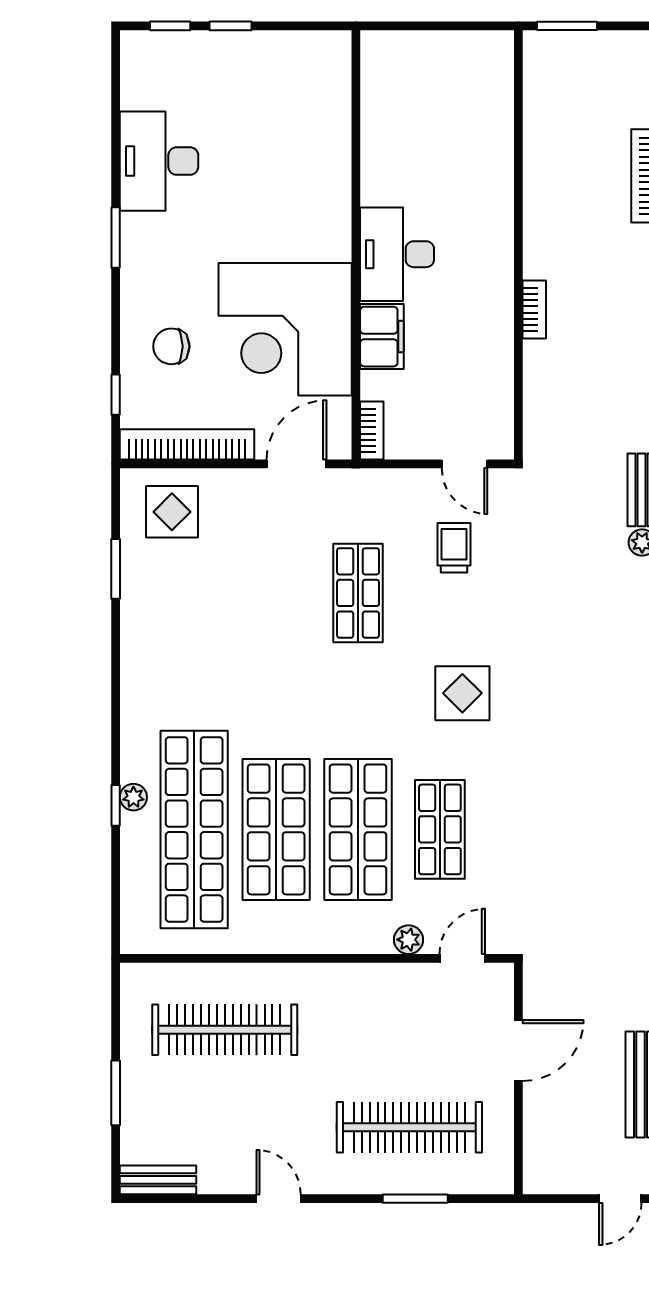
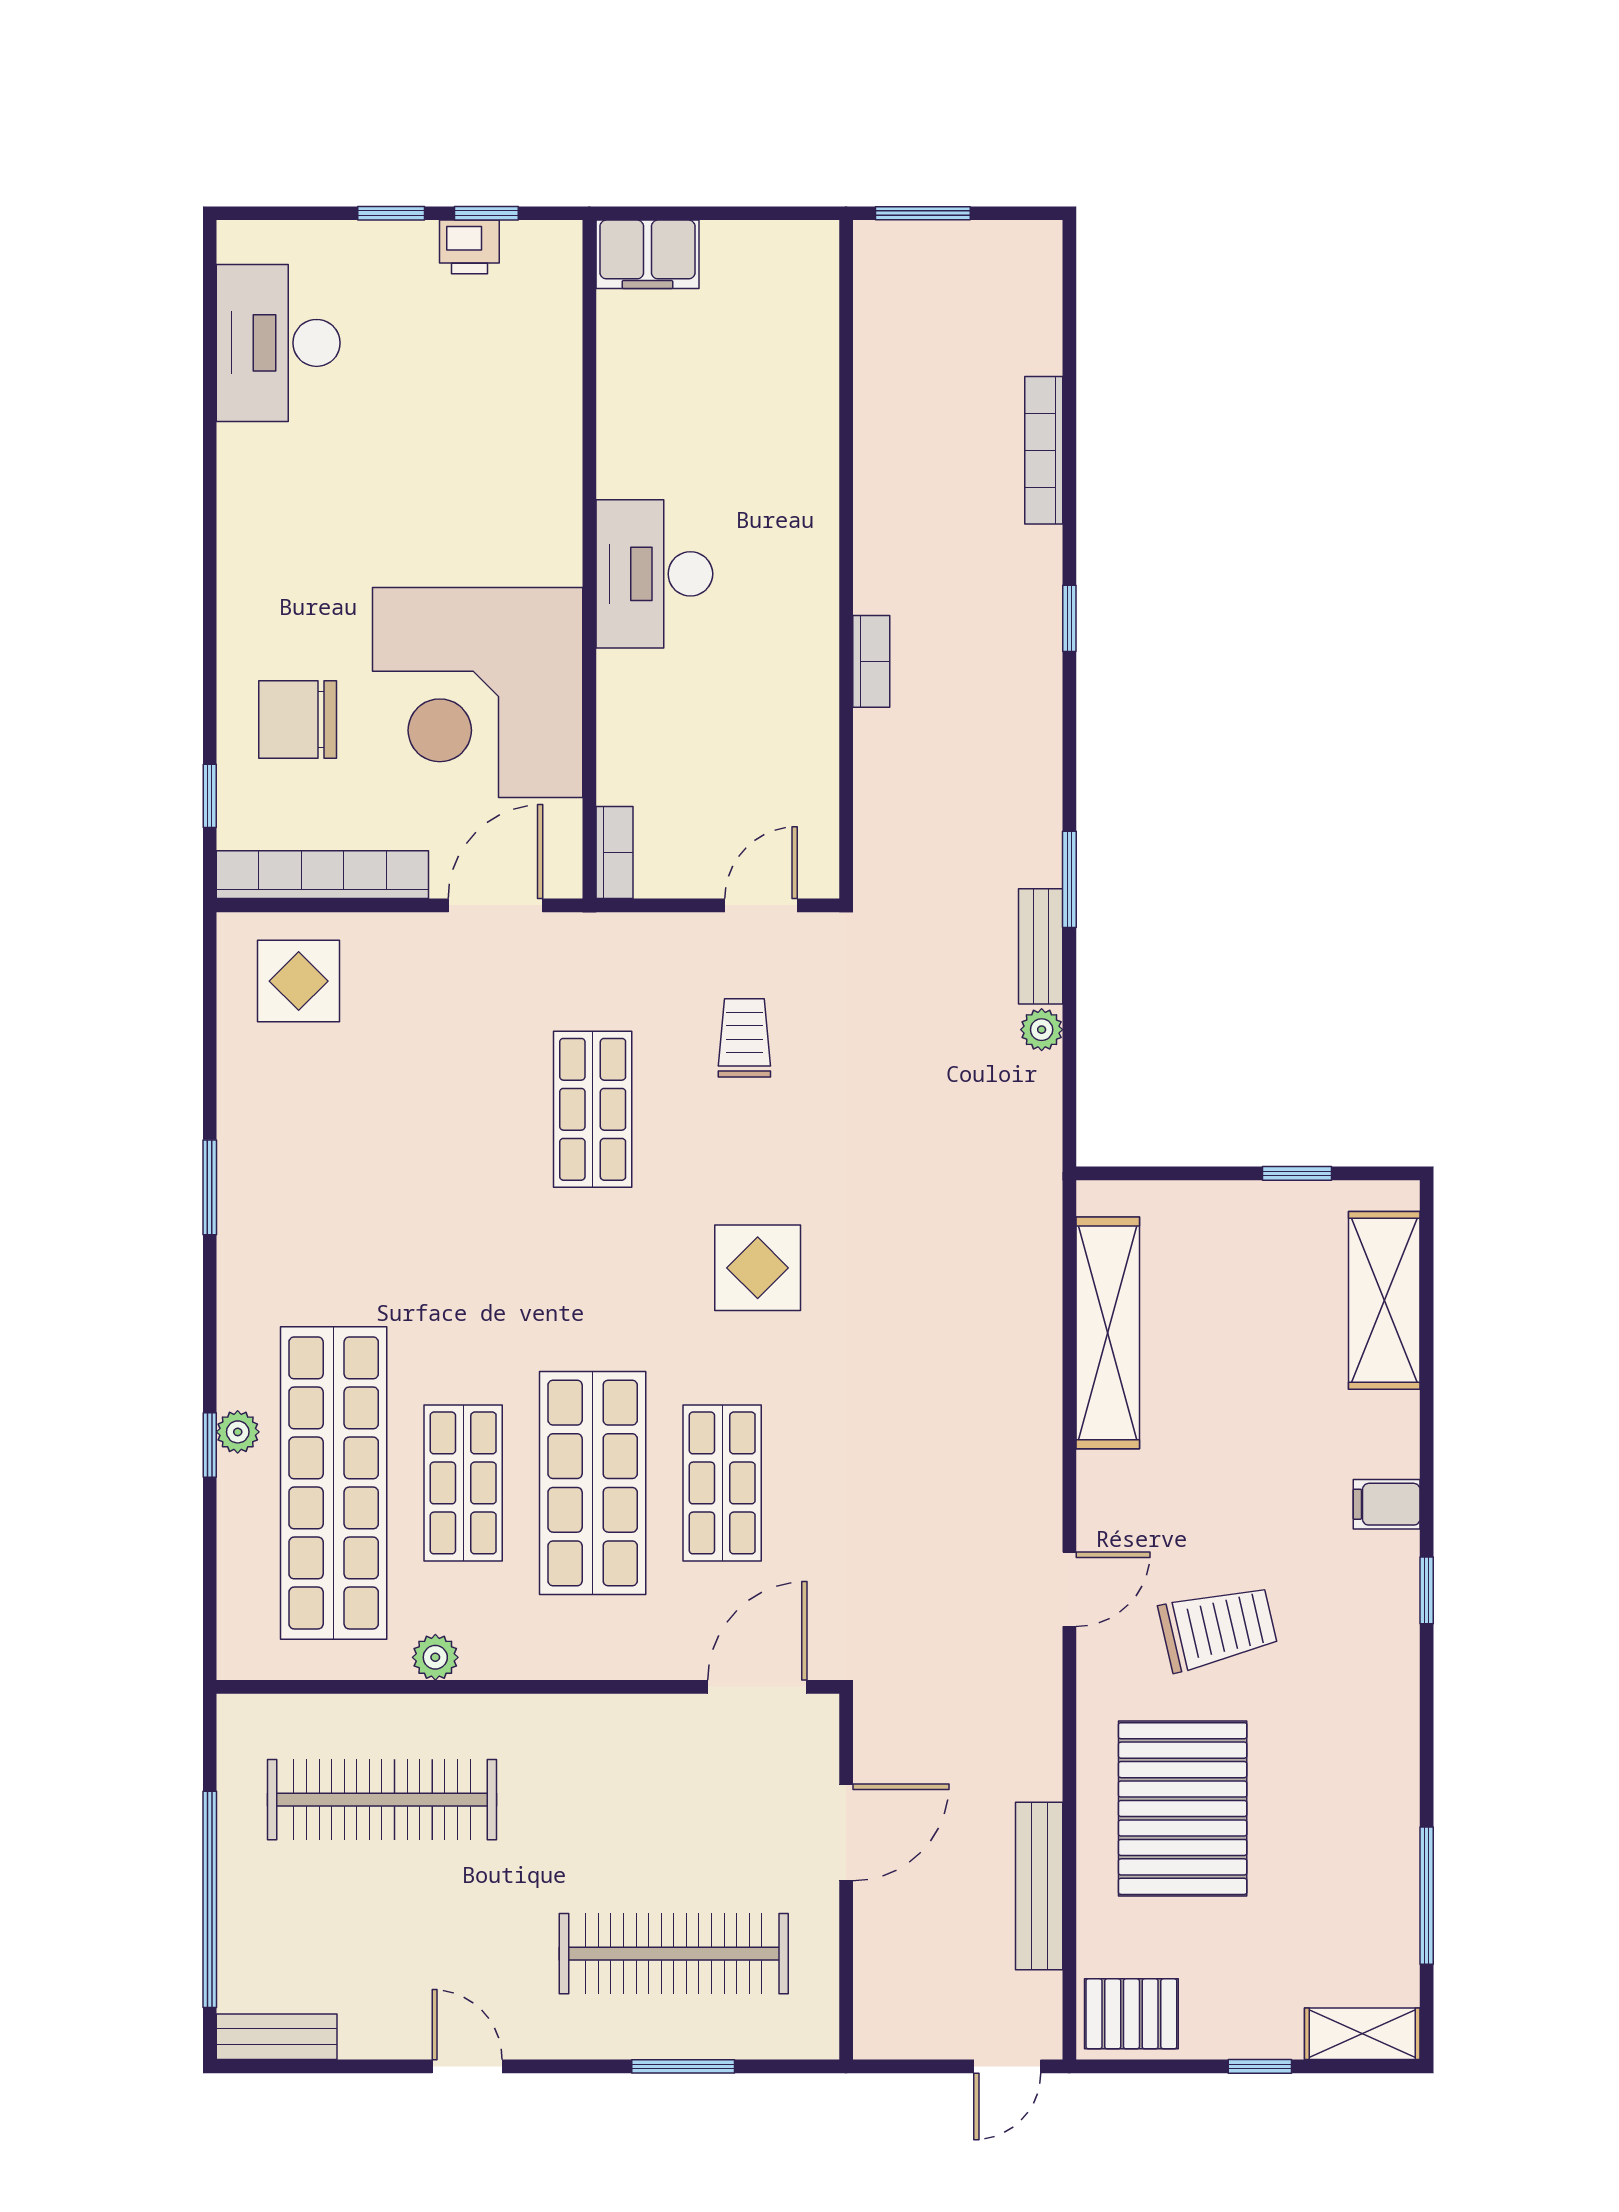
window: (170, 26) -> (486, 213), moved
printer: (280, 47) -> (469, 247), added
desk: (159, 161) -> (278, 343), moved
window: (116, 237) -> (210, 547), removed
filing cabinet: (382, 337) -> (647, 254), moved, turned 90
chair: (171, 346) -> (298, 720), width x1.37, depth x1.37
door: (465, 464) -> (761, 905), swing flipped
window: (116, 569) -> (210, 1187), moved
shop shelf: (276, 829) -> (463, 1483), width x0.70, depth x0.74
plant: (409, 940) -> (435, 1657), moved
door: (462, 958) -> (757, 1687), width x1.38
window: (116, 1093) -> (210, 1899), width x2.11

